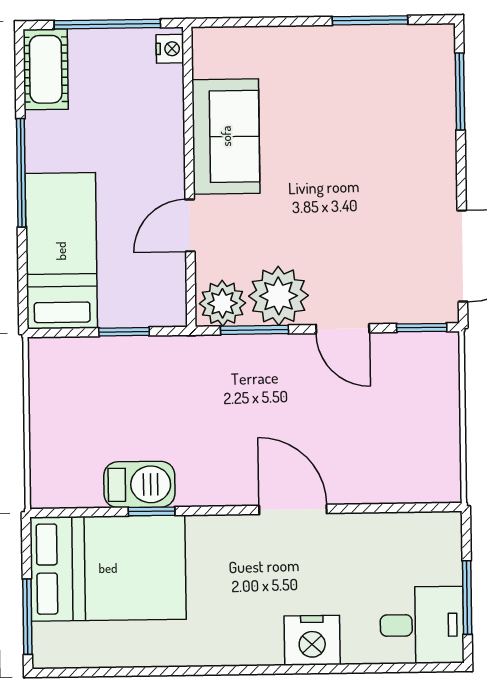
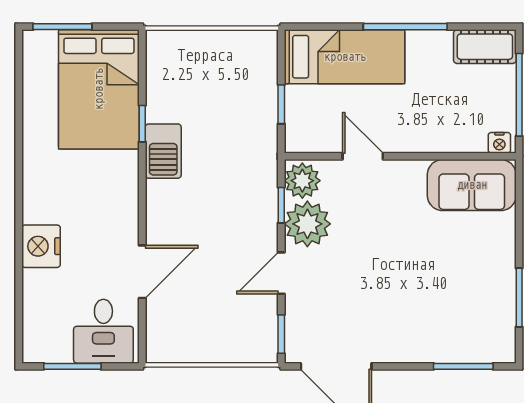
sofa: (226, 136) -> (472, 185), moved
window: (254, 330) -> (281, 205), width x0.67
barbecue: (139, 485) -> (163, 151), moved
door: (293, 509) -> (142, 272), moved
desk: (422, 625) -> (103, 331), moved

